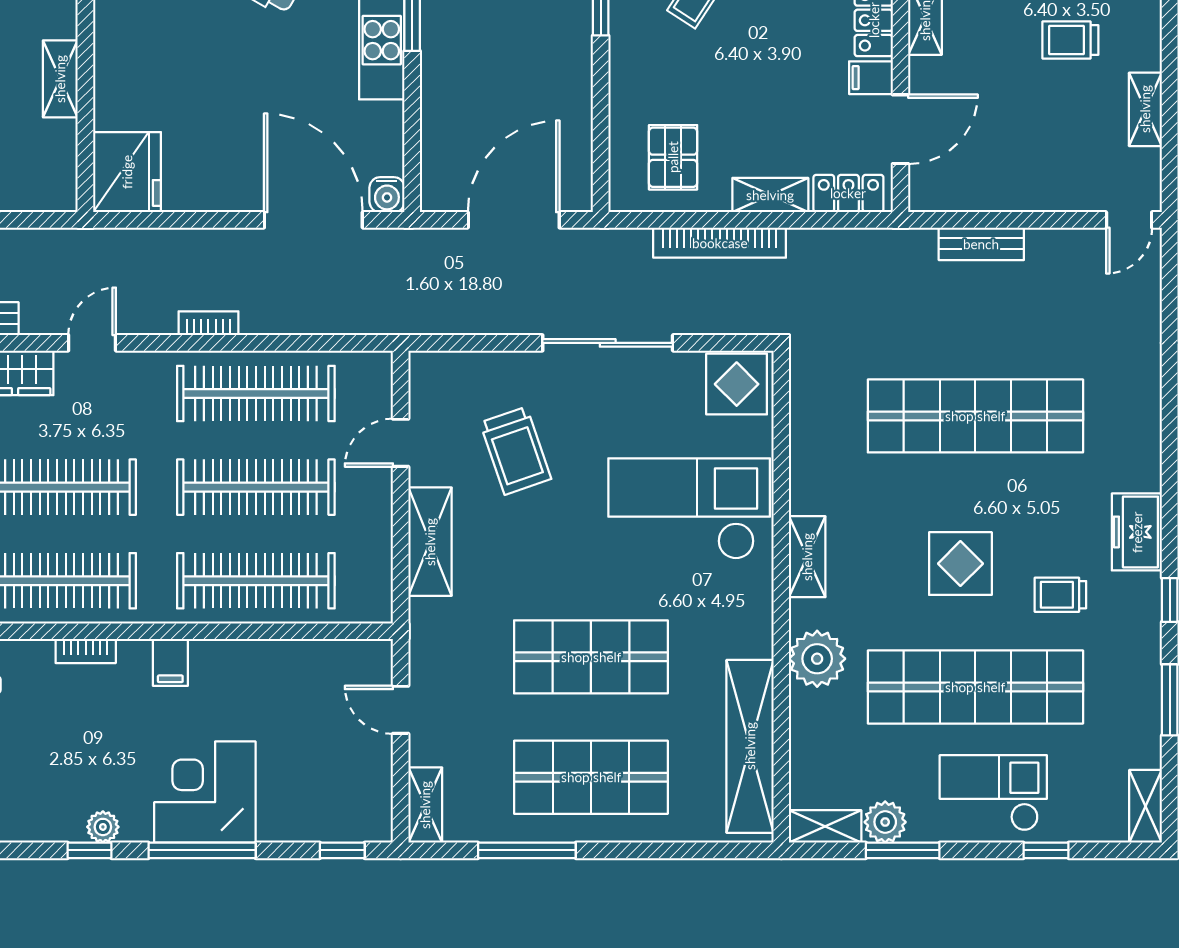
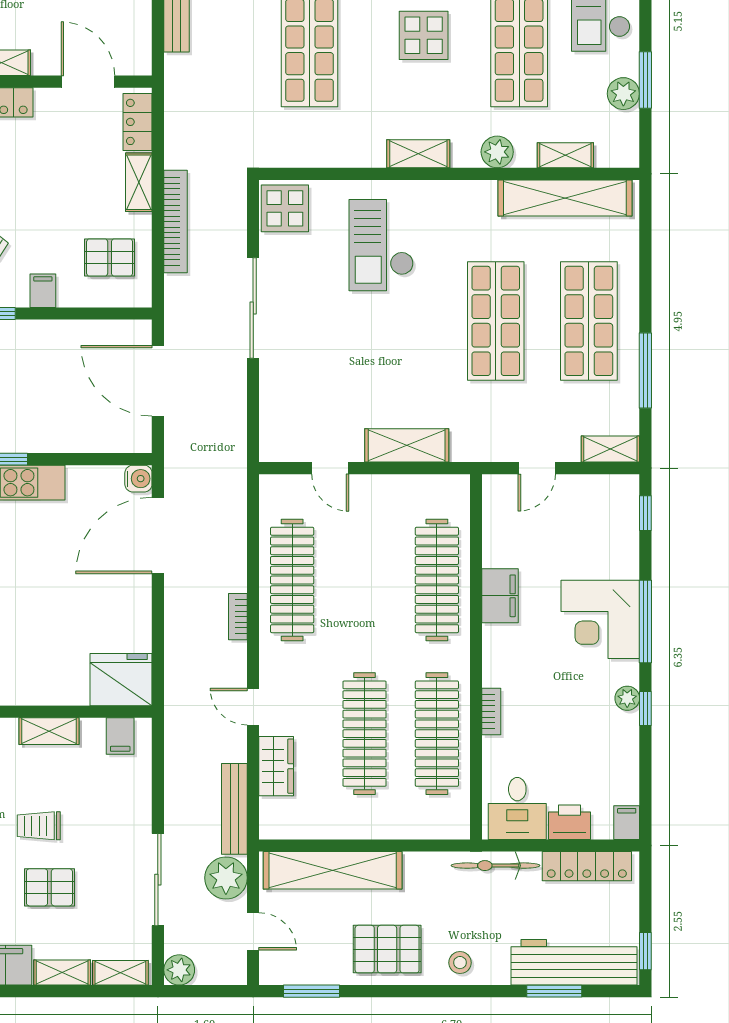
filing cabinet: (871, 78) -> (43, 291), moved, turned 180
filing cabinet: (54, 171) -> (120, 736), added
trolley: (516, 451) -> (336, 379), removed
clothes rail: (256, 487) -> (365, 580), removed
checkout: (689, 509) -> (381, 245), width x0.73, depth x0.83
plant: (817, 659) -> (497, 152), width x0.73, depth x0.73
filing cabinet: (170, 662) -> (500, 596), moved, width x2.00
shelving: (825, 826) -> (565, 155), moved, turned 90

